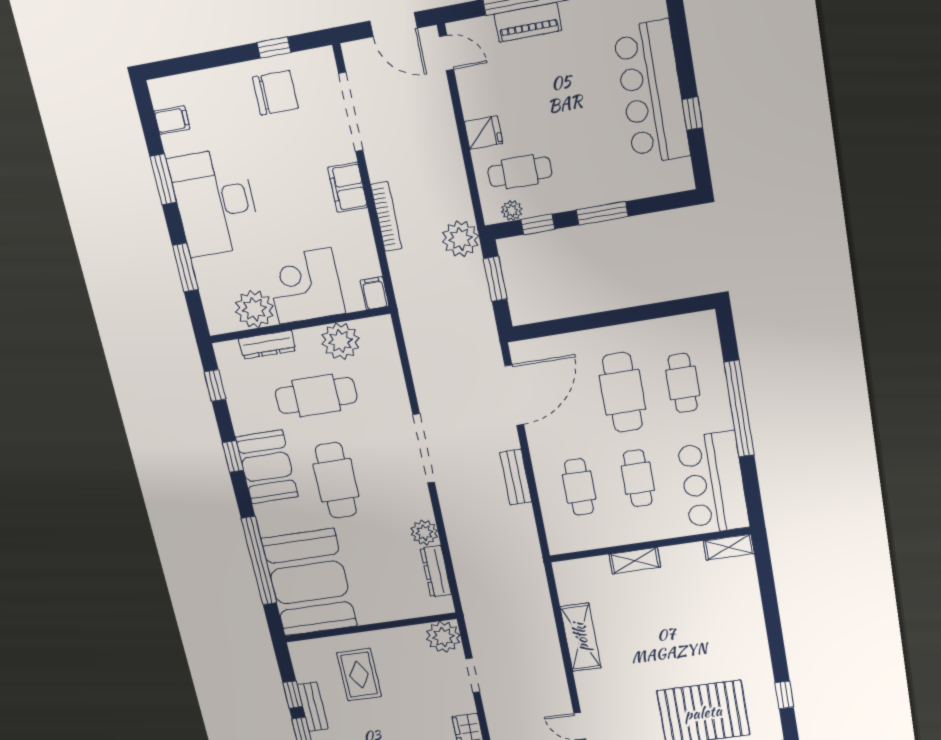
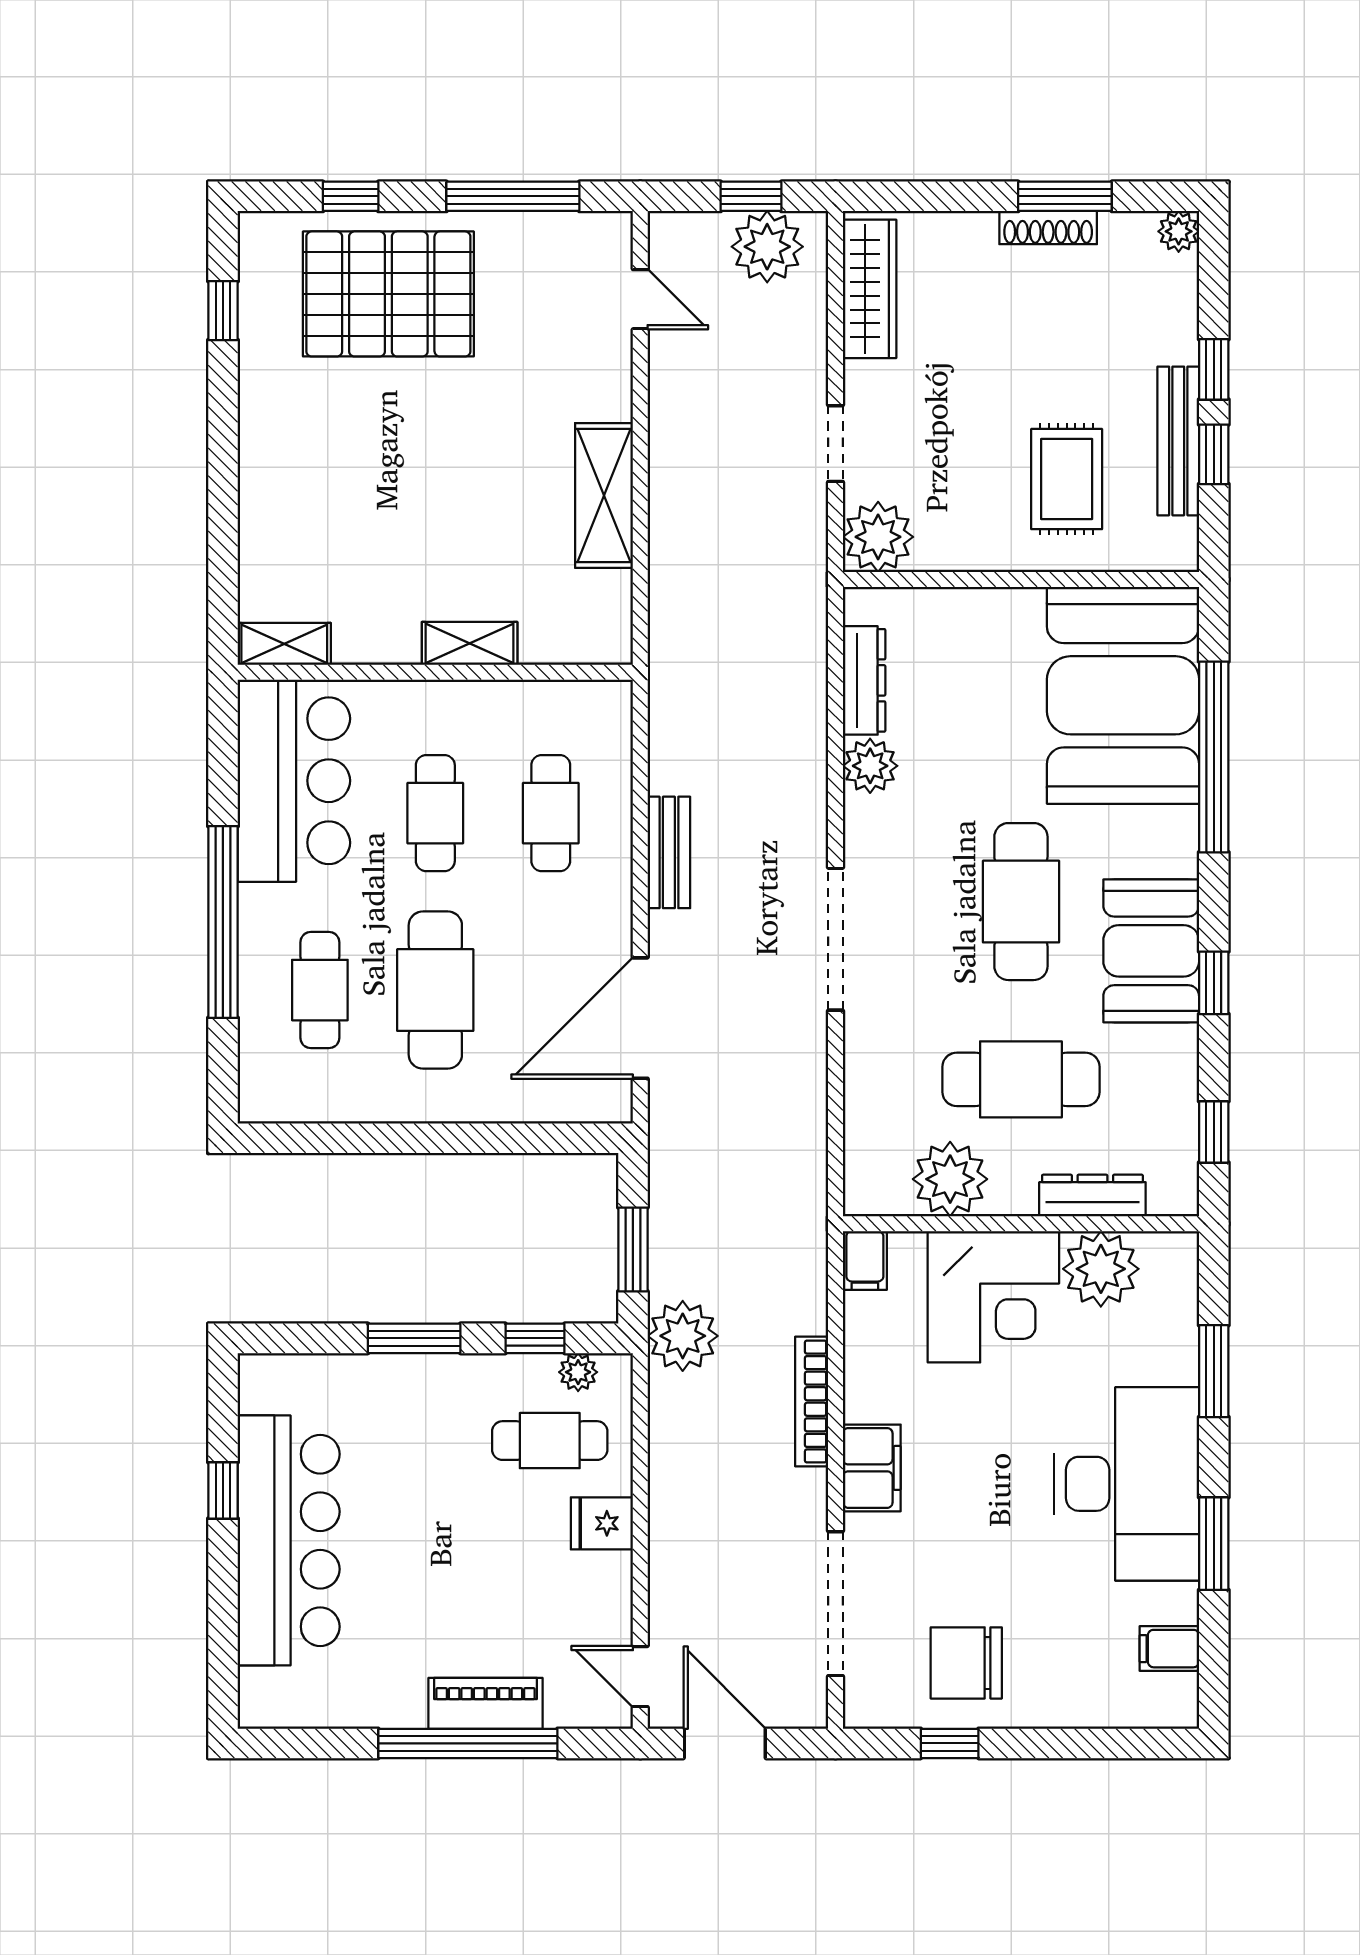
bench: (313, 707) -> (1178, 441), width x1.36

